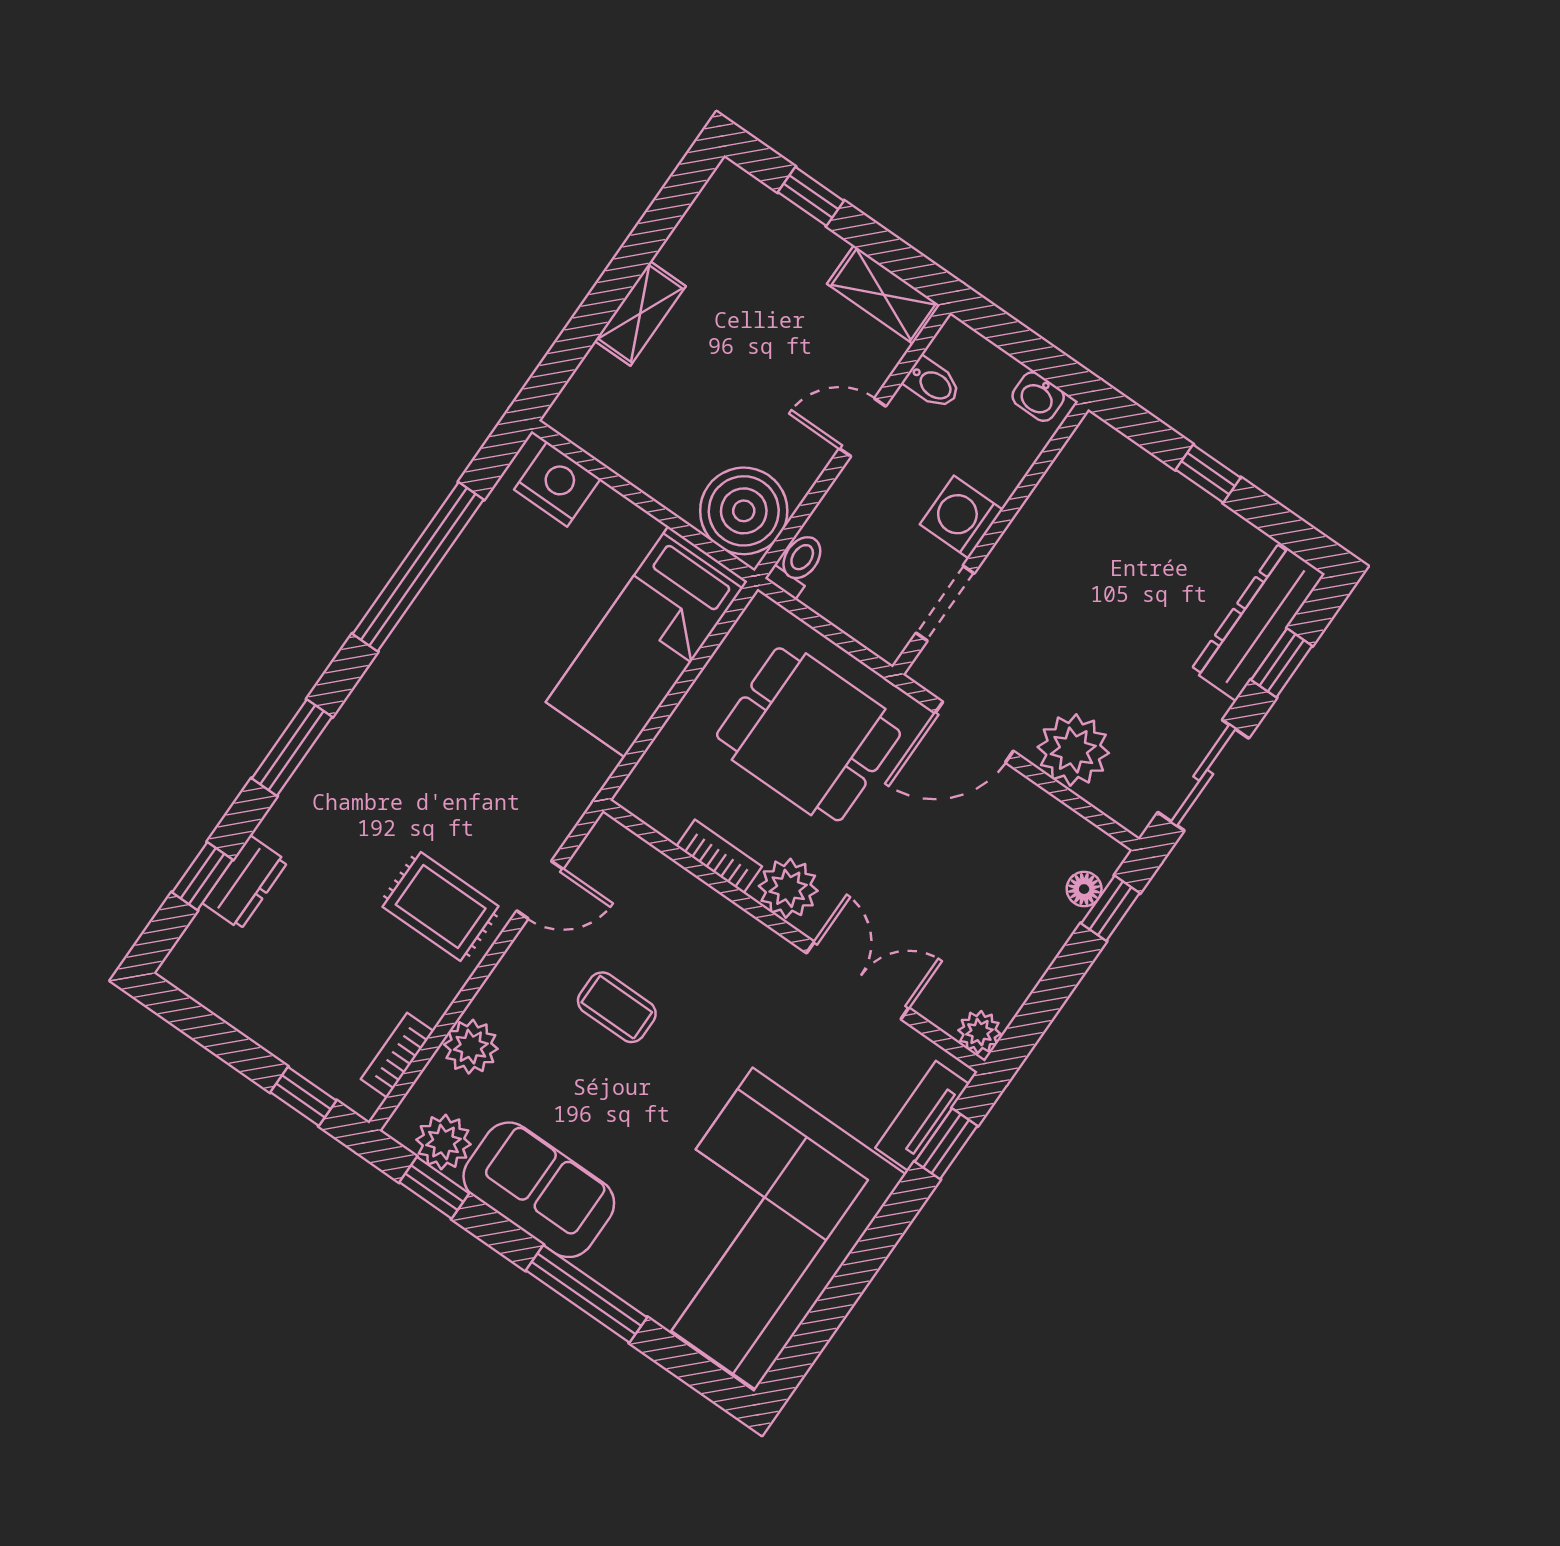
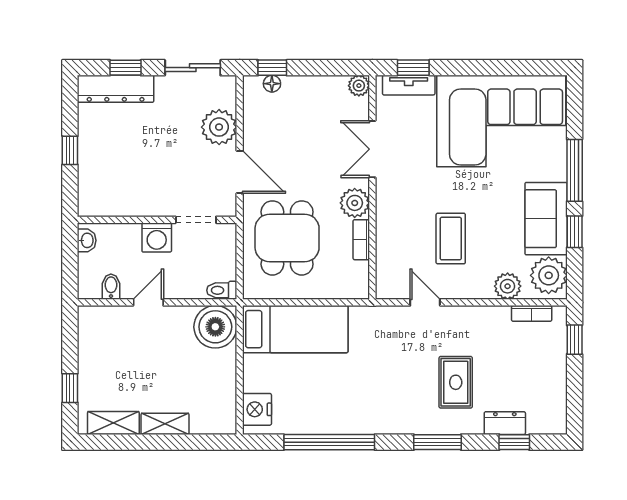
shelving: (884, 295) -> (113, 423), moved, turned 90
door: (863, 427) -> (148, 302), swing flipped
rug: (441, 906) -> (456, 382), moved
coffee table: (617, 1007) -> (451, 239), width x1.36, depth x1.30
plant: (443, 1142) -> (549, 275), width x1.36, depth x1.36
window: (434, 1188) -> (575, 232), moved

